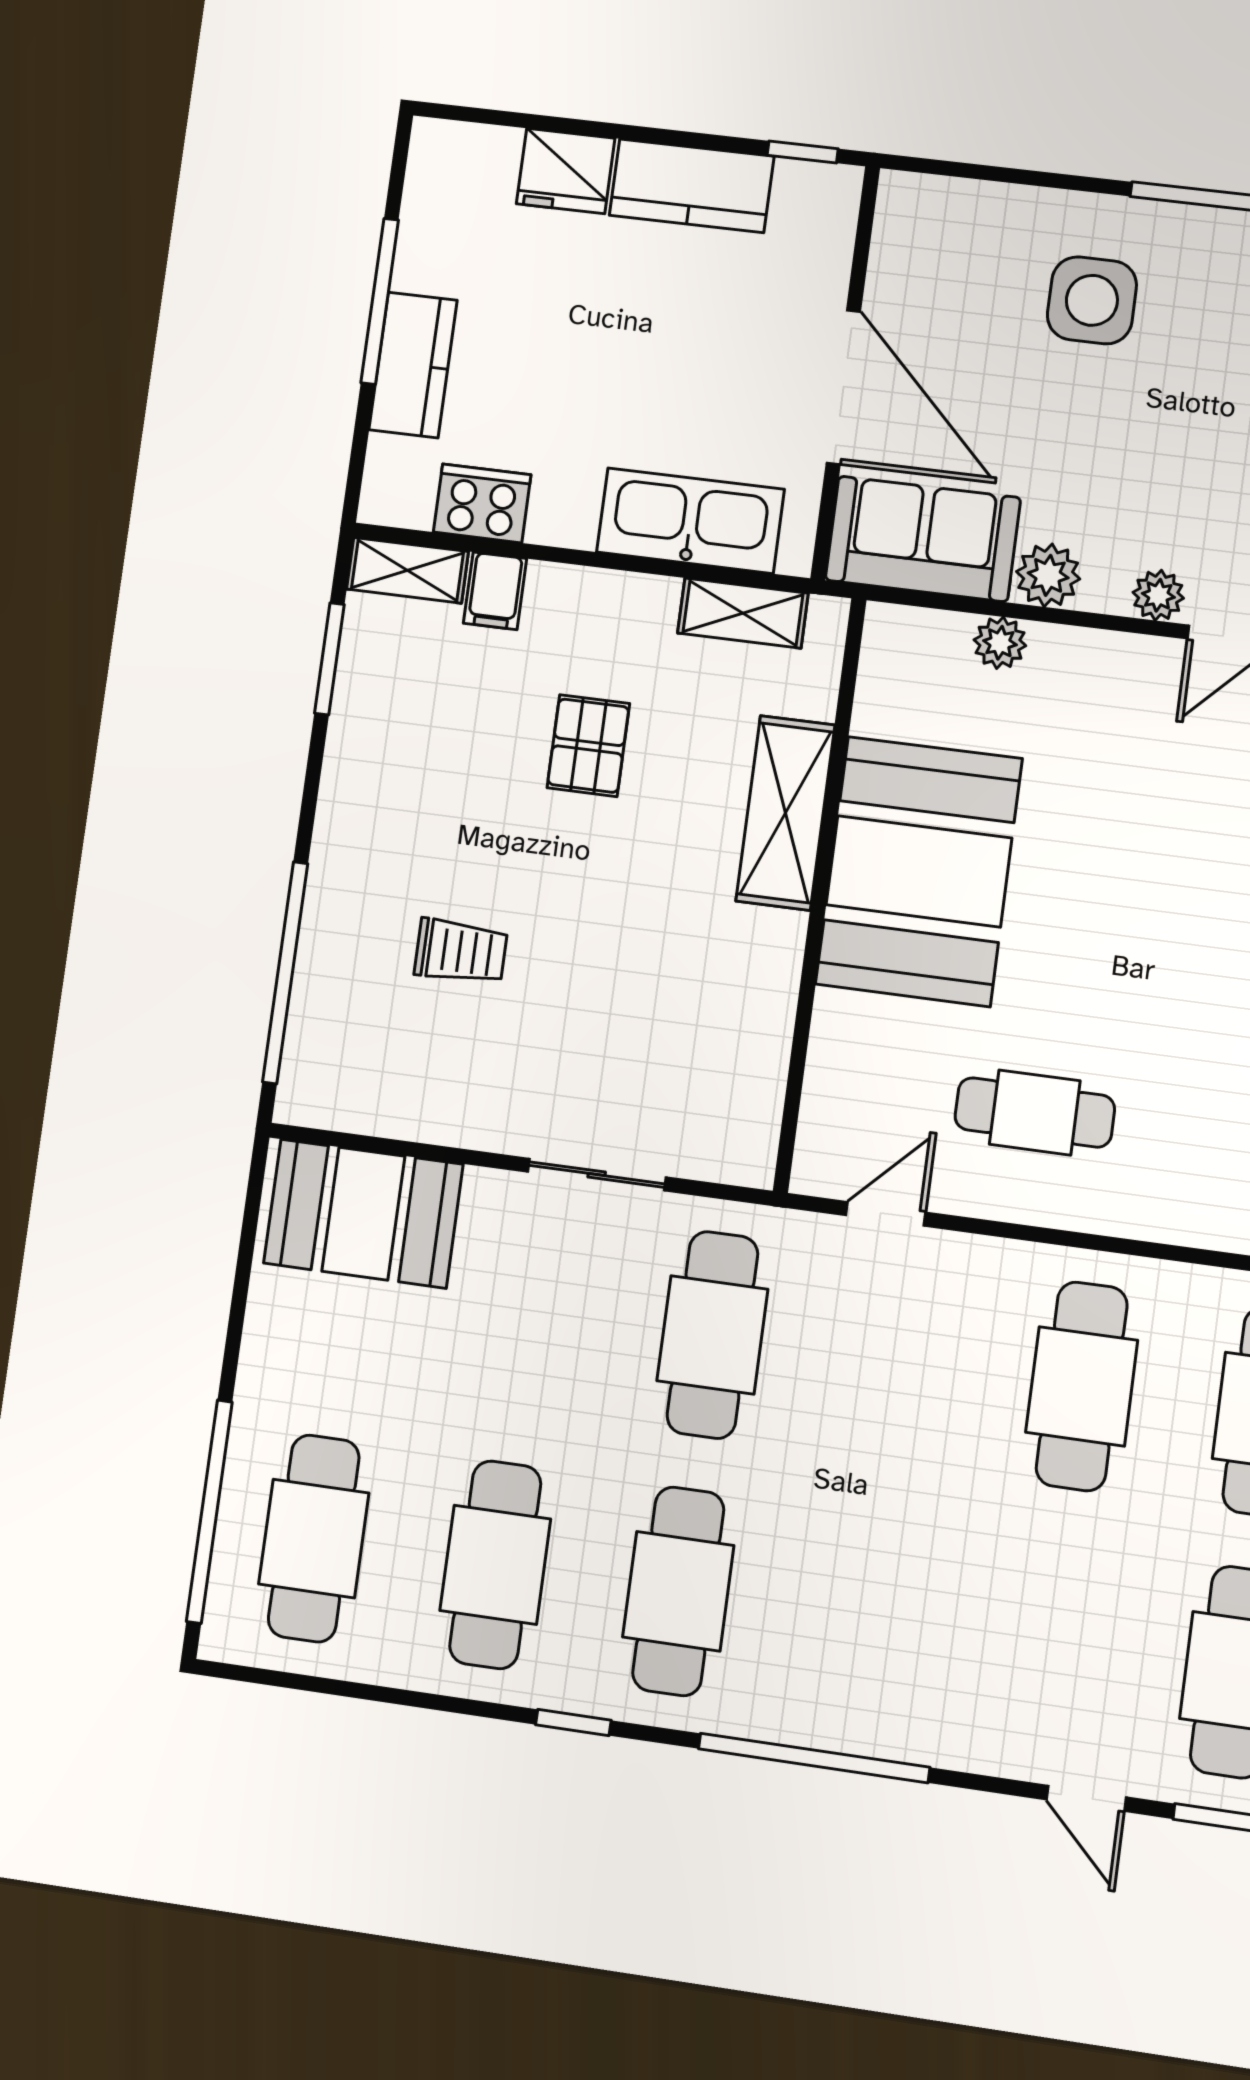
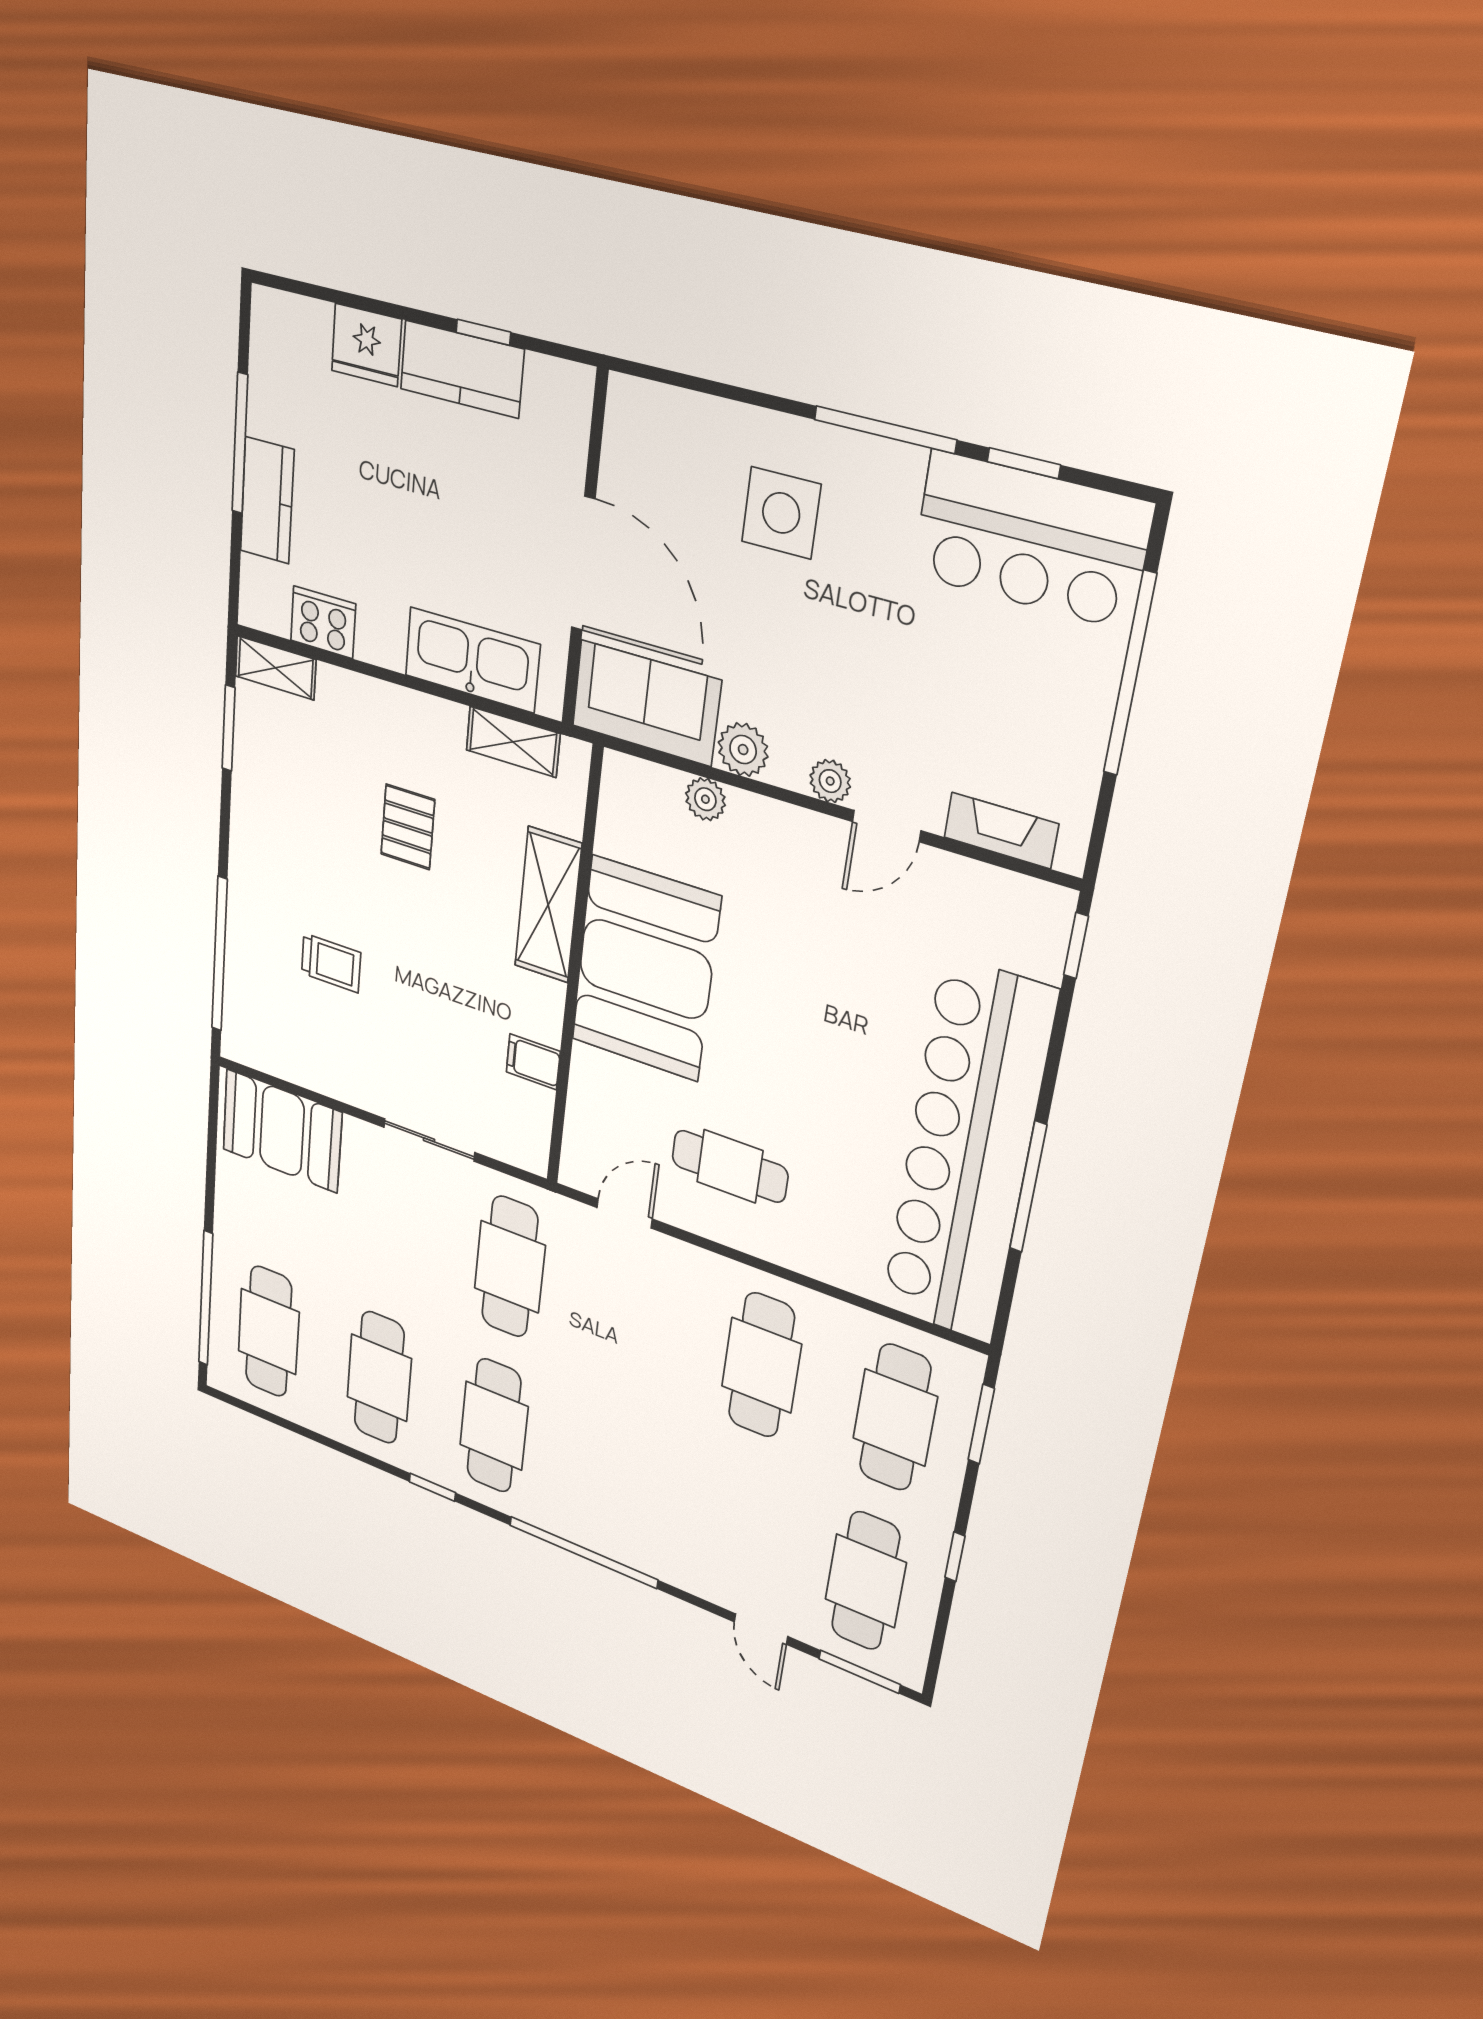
window: (803, 152) -> (483, 332), moved
filing cabinet: (495, 591) -> (533, 1062), moved, turned 90

